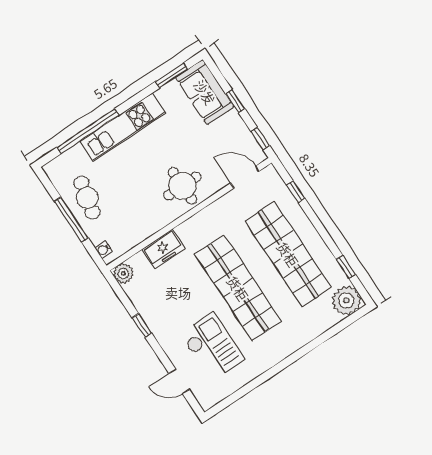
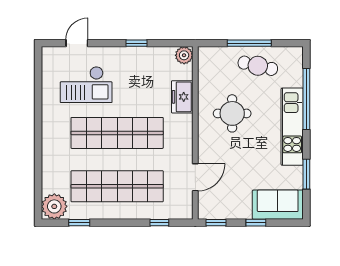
window: (172, 75) -> (306, 174), moved
door: (245, 177) -> (195, 177), moved
round table: (182, 186) -> (232, 113), moved
water cooler: (104, 250) -> (211, 52), removed

